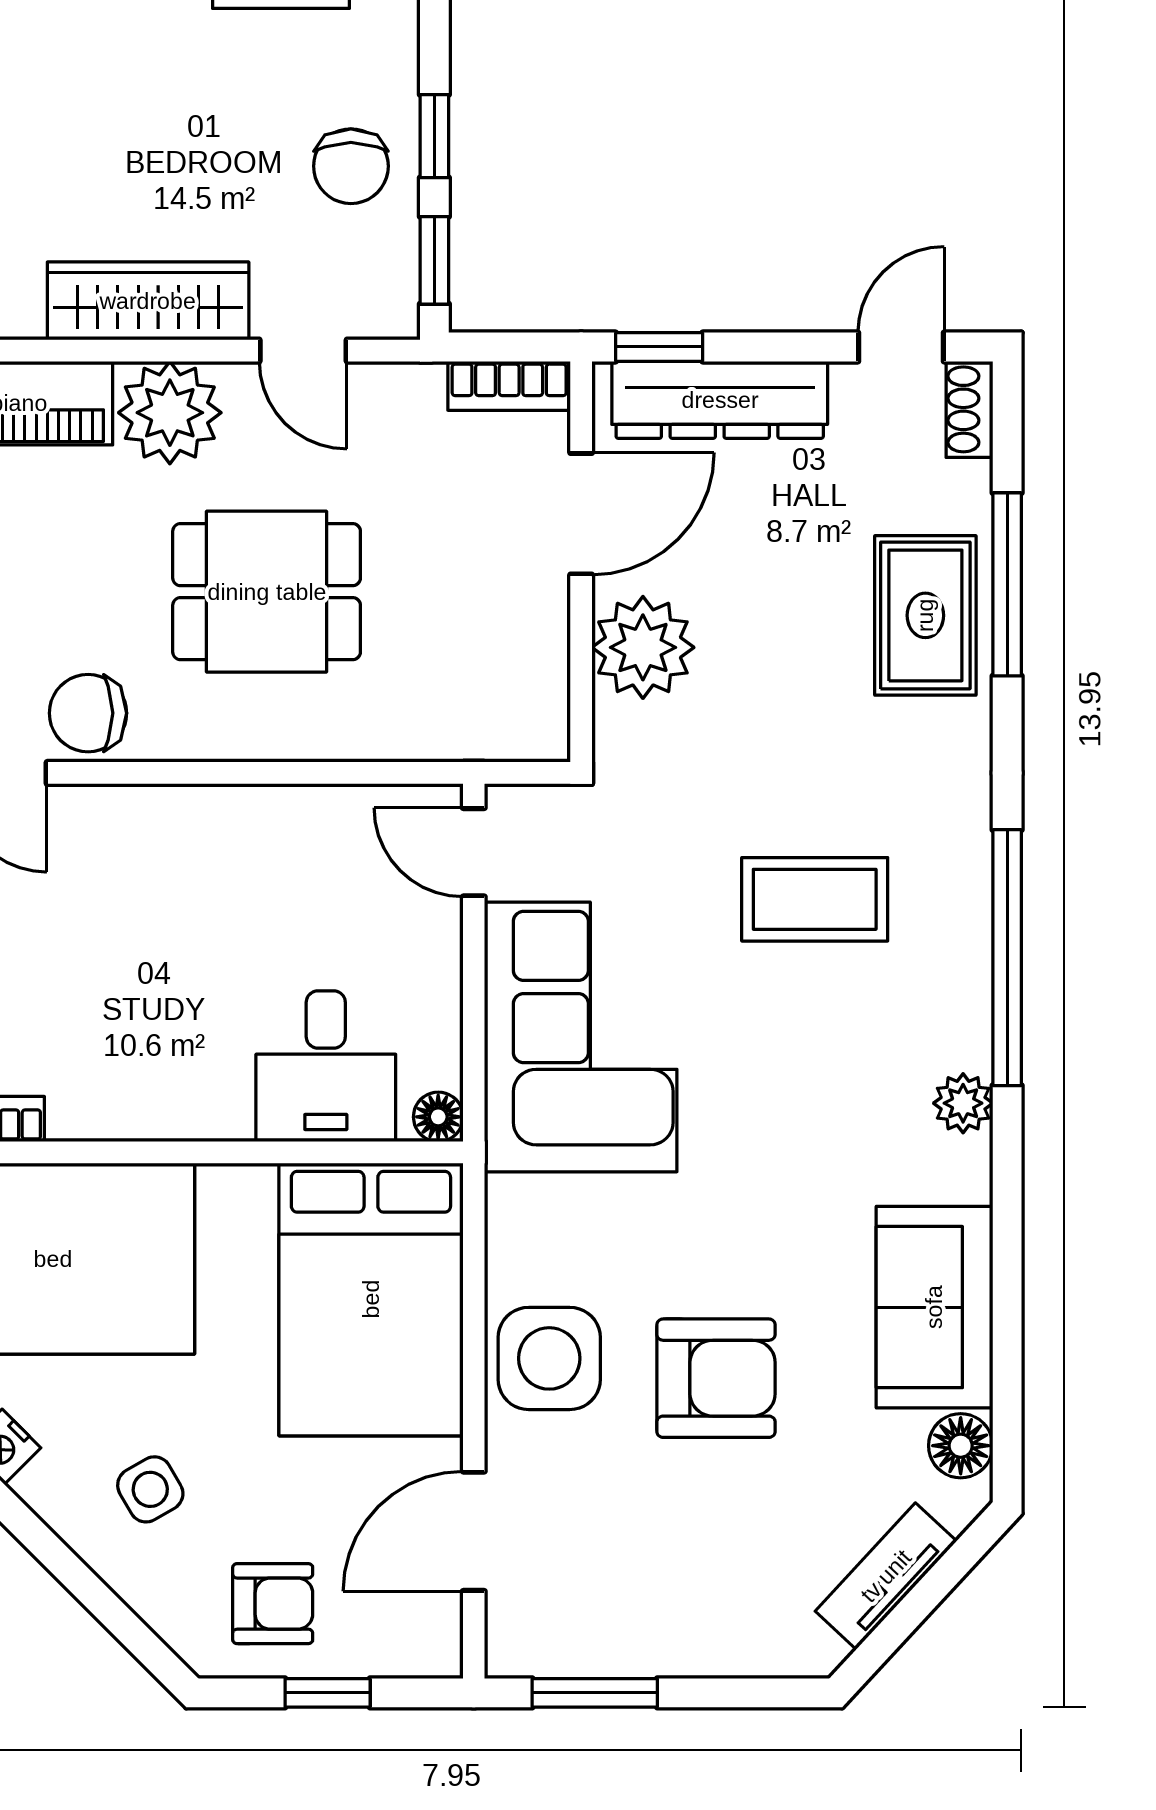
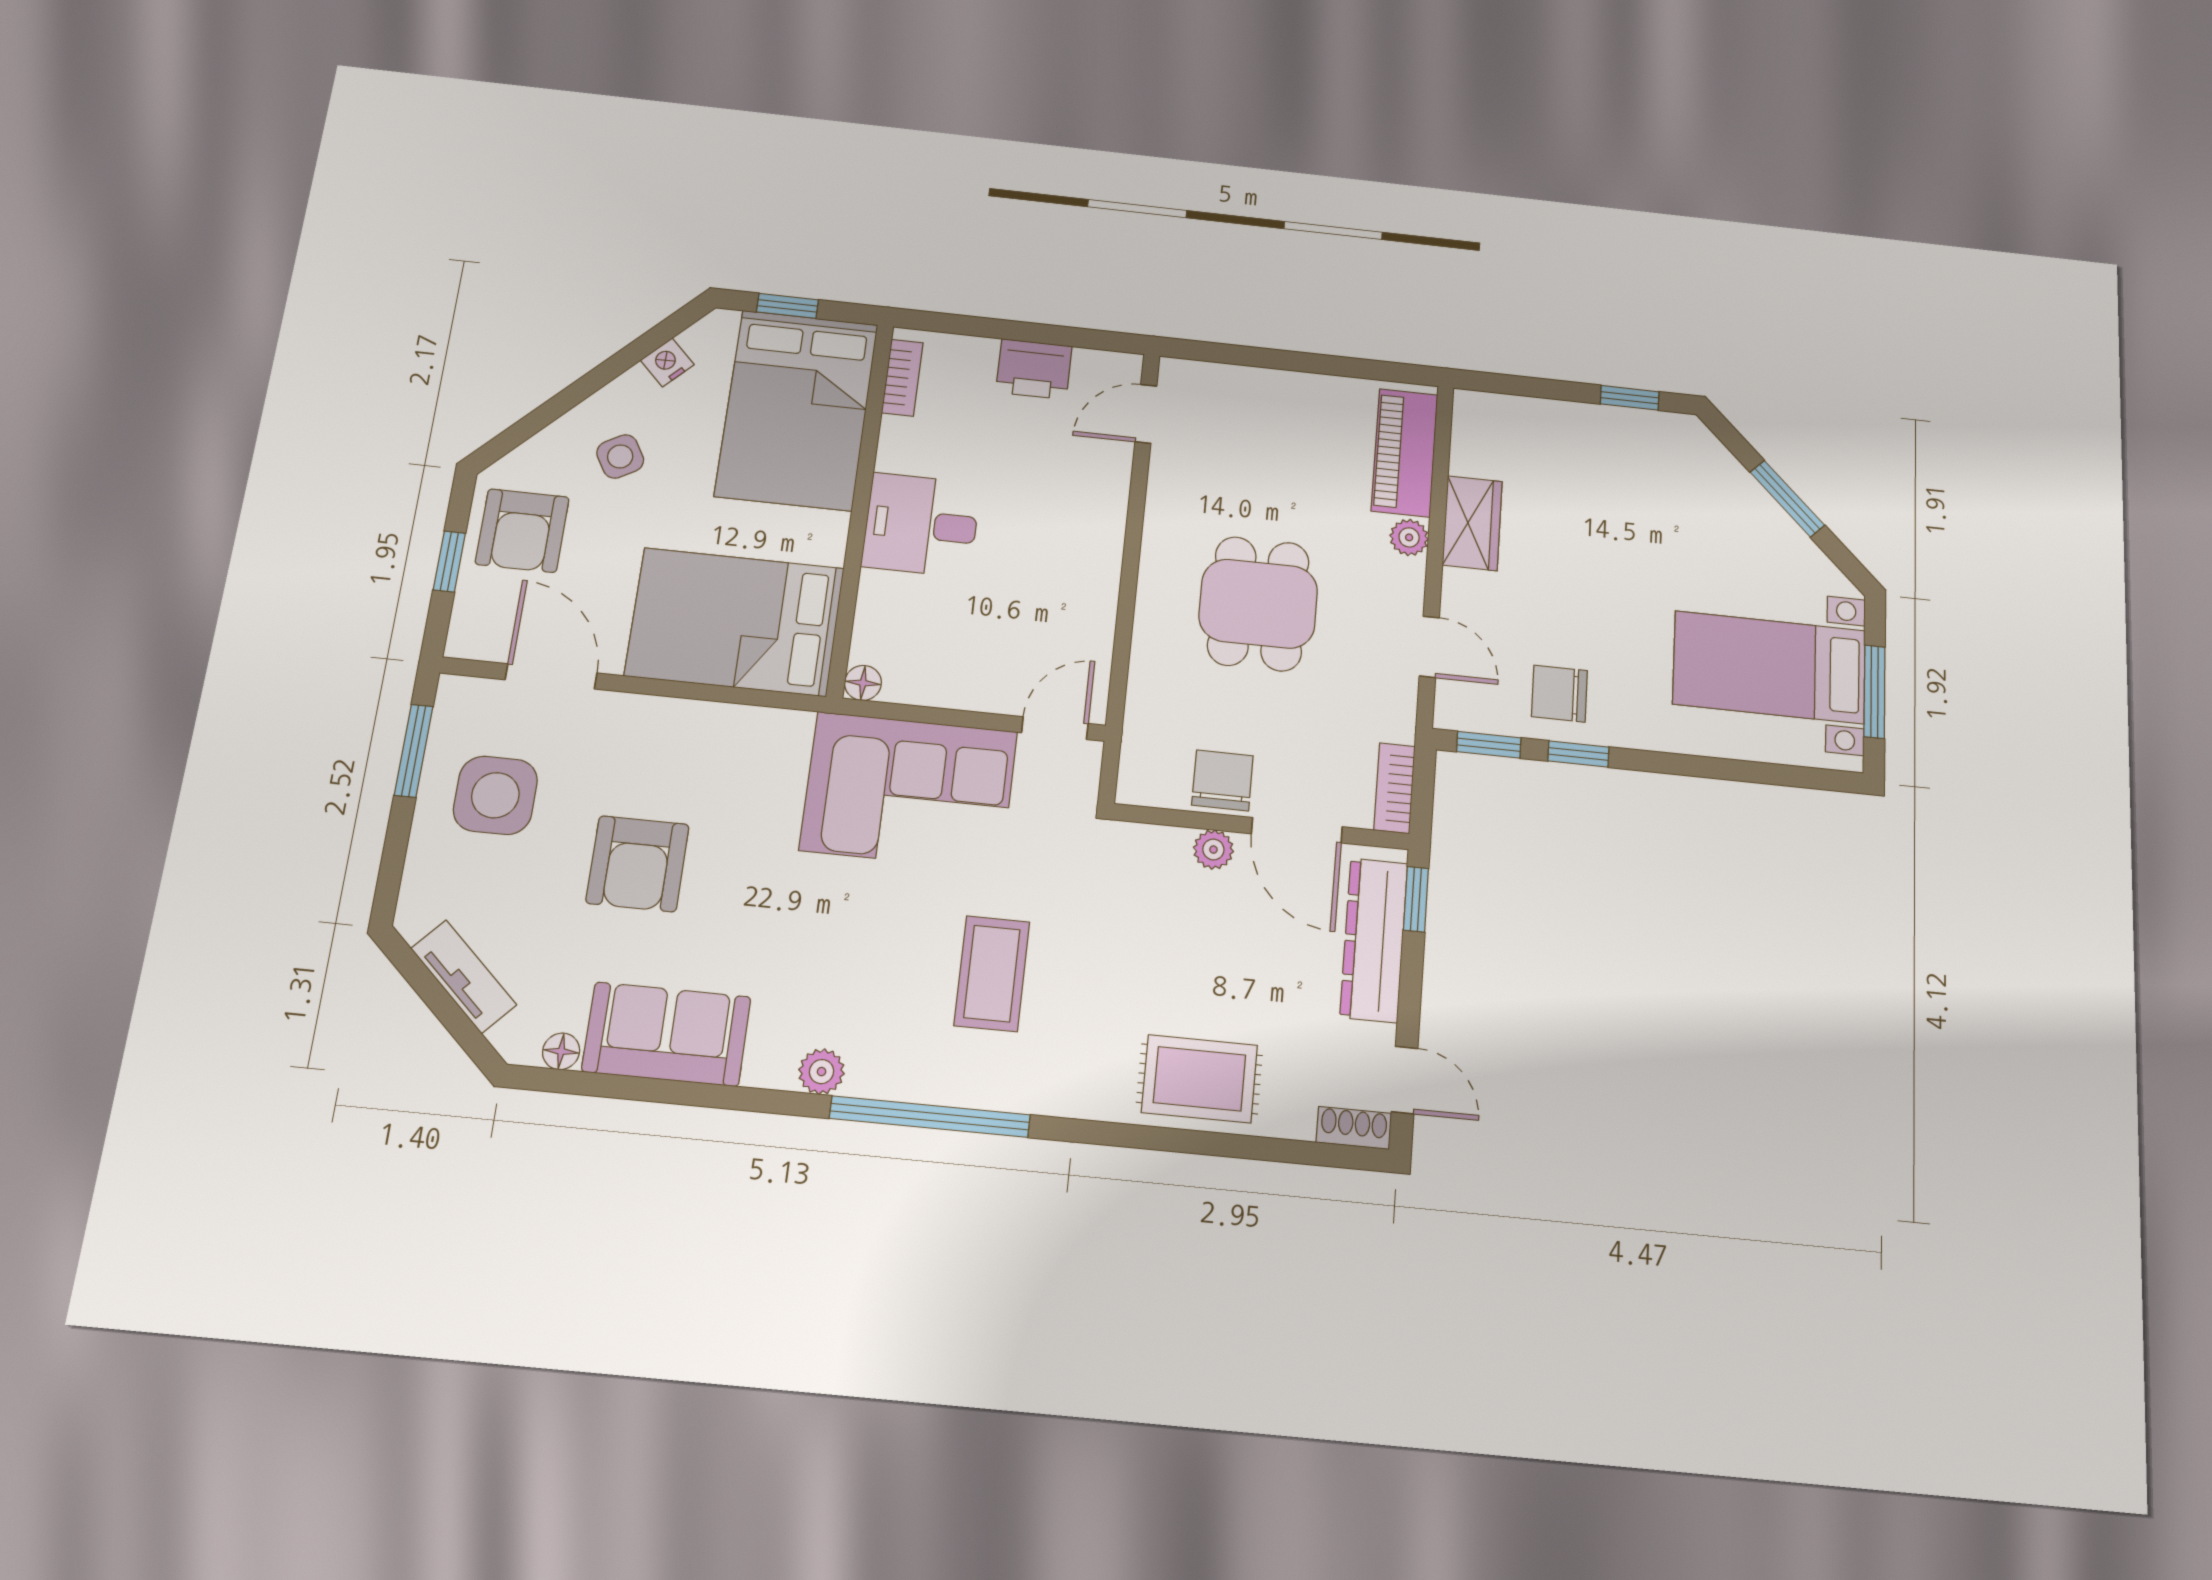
wardrobe: (148, 301) -> (1472, 523), width x0.67
door: (303, 351) -> (1429, 647), swing flipped
plant: (170, 413) -> (1409, 537), width x0.53, depth x0.53
window: (1007, 584) -> (1218, 1144), removed
plant: (643, 647) -> (1213, 850), width x0.53, depth x0.53
chair: (88, 713) -> (1222, 780), moved
desk: (326, 1066) -> (921, 525), moved
side table: (549, 1358) -> (495, 795), moved
floor lamp: (961, 1446) -> (561, 1051), width x0.73, depth x0.73
armchair: (273, 1604) -> (522, 531), width x1.38, depth x1.38

